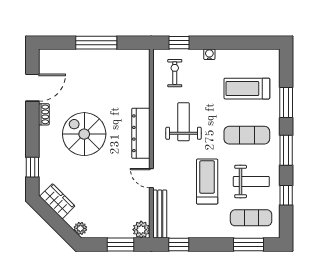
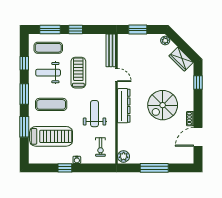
window: (179, 43) -> (65, 168), moved
treadmill: (247, 89) -> (51, 136), width x1.37, depth x1.38
weight bench: (184, 122) -> (95, 114), turned 180
spiral stairs: (84, 134) -> (163, 105), turned 90
treadmill: (207, 182) -> (78, 73), turned 180
plant: (141, 230) -> (124, 156), moved
window: (179, 244) -> (76, 29), moved

